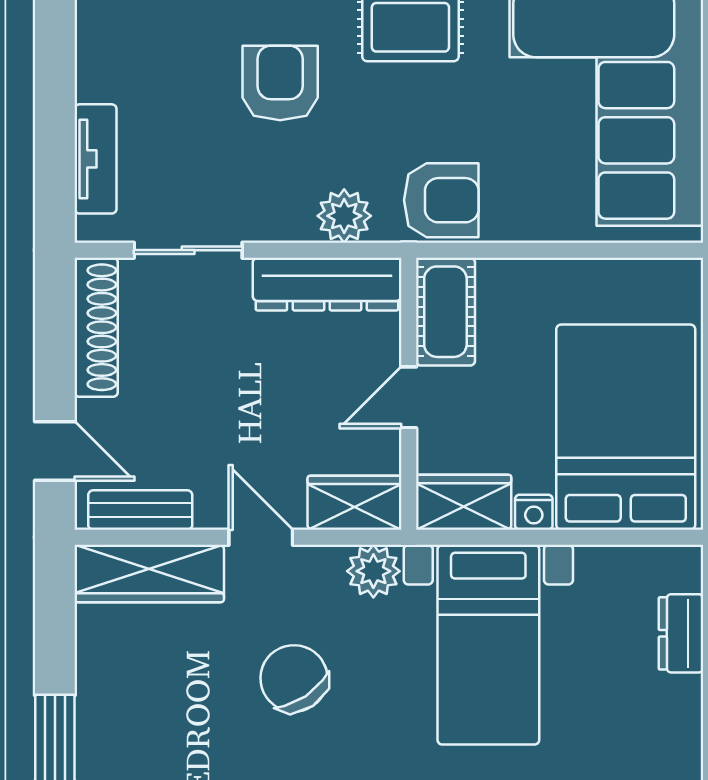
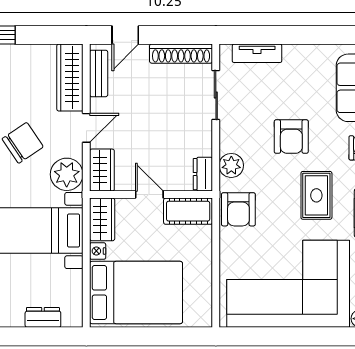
armchair: (280, 83) -> (291, 137), turned 90
dresser: (327, 284) -> (203, 174), width x0.51, depth x0.80
plant: (373, 571) -> (67, 174), width x1.36, depth x1.36

